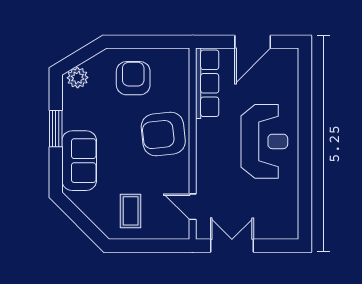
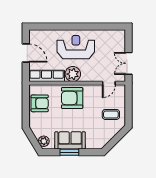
armchair: (133, 78) -> (40, 103), moved, turned 180
armchair: (163, 134) -> (72, 98), turned 96
plant: (211, 135) -> (73, 74), added
sofa: (79, 161) -> (70, 140), moved

